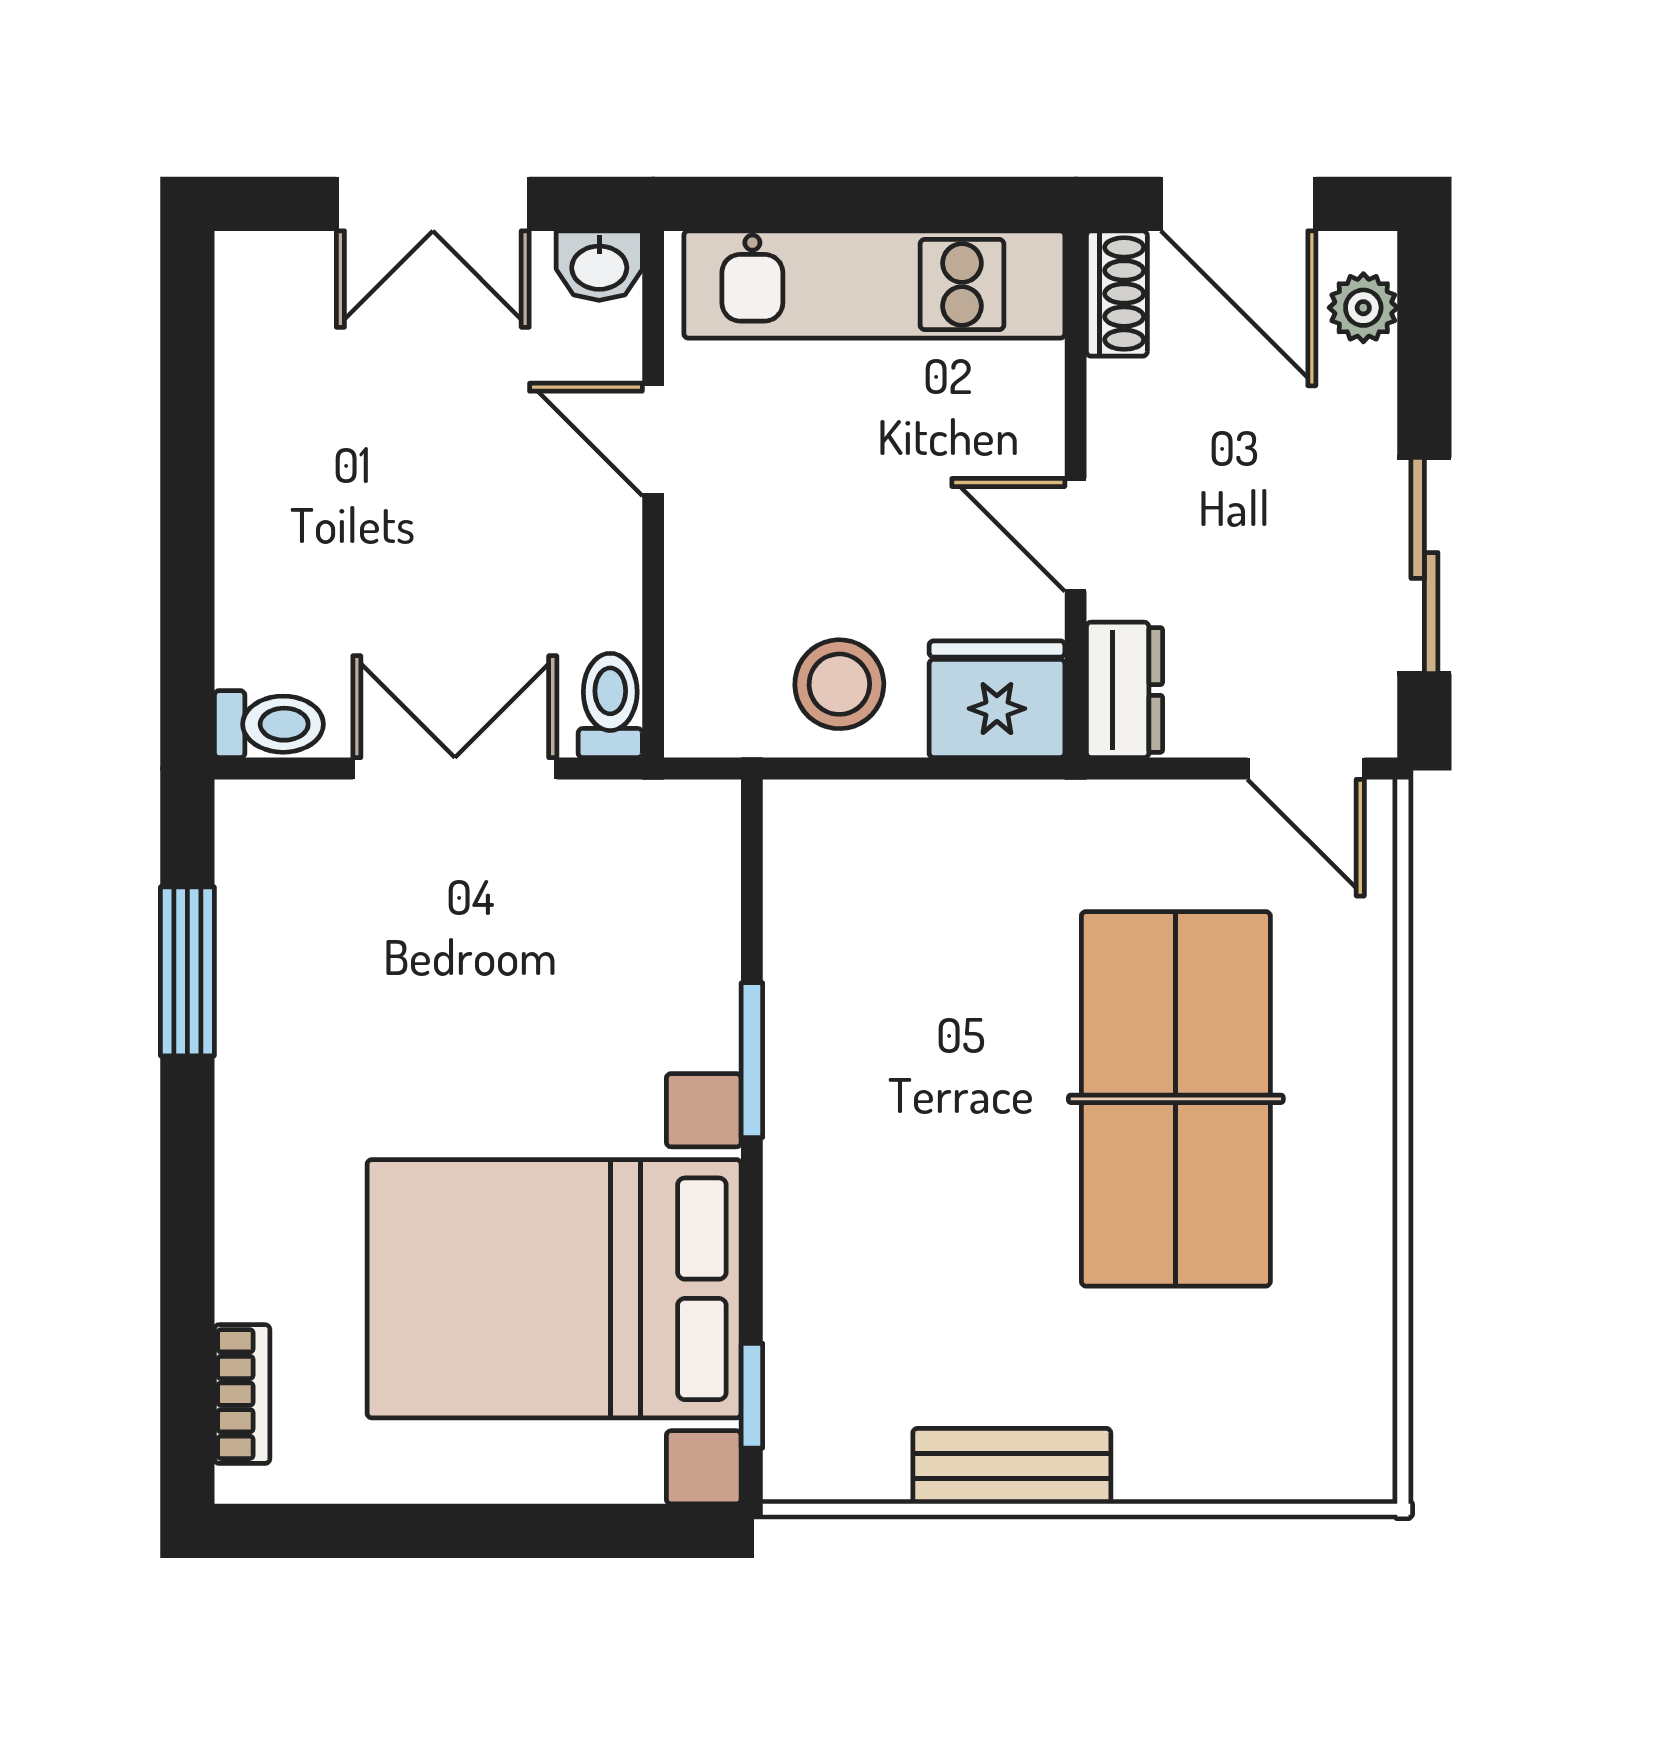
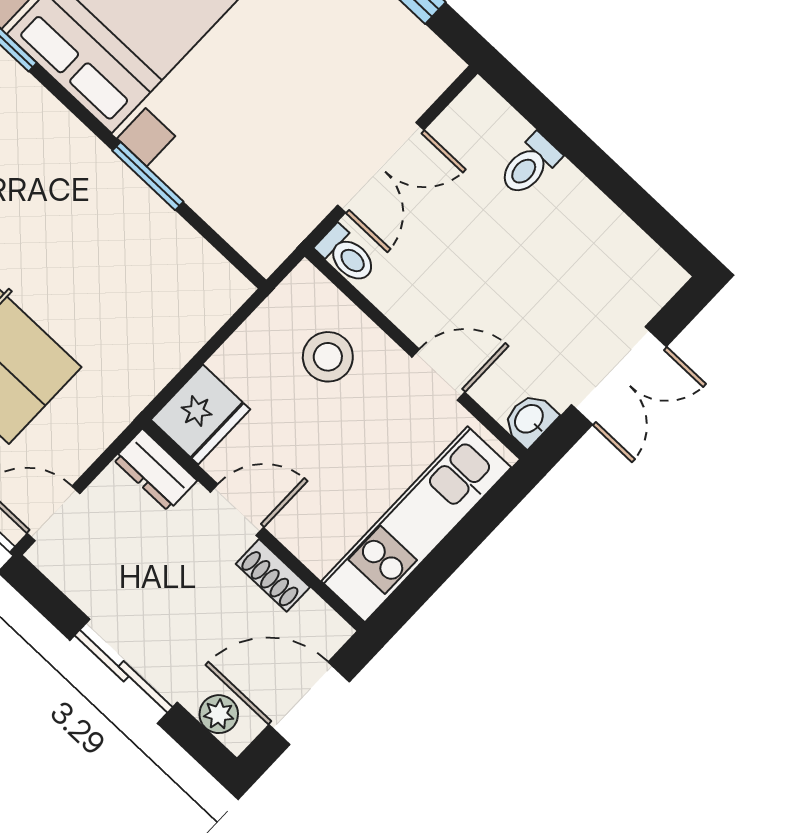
double door: (433, 204) -> (619, 376), swing flipped
shoe rack: (1117, 294) -> (273, 575), moved
sliding door: (1424, 565) -> (124, 671), moved
stool: (839, 684) -> (328, 357), moved
toilet: (269, 724) -> (530, 165), moved

